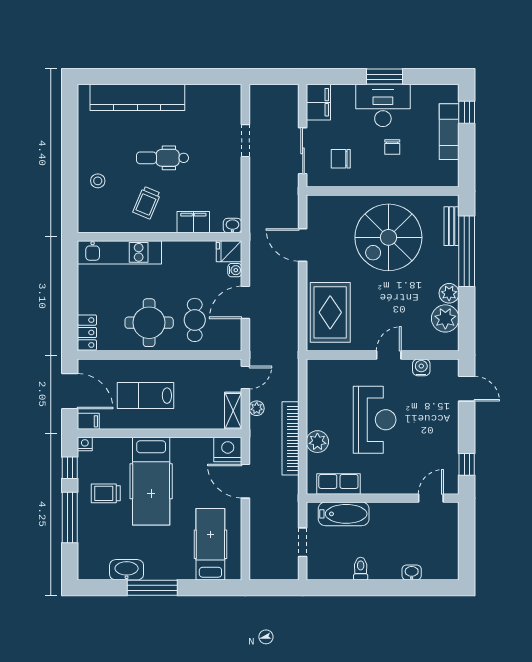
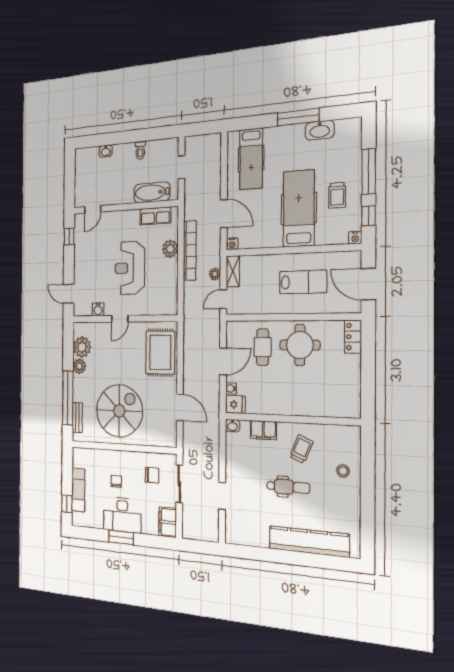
kitchen unit: (119, 252) -> (325, 407), removed
filing cabinet: (88, 421) -> (352, 258), removed
nightstand: (228, 449) -> (232, 244), width x0.53, depth x0.56
trolley: (106, 493) -> (337, 195), turned 90

